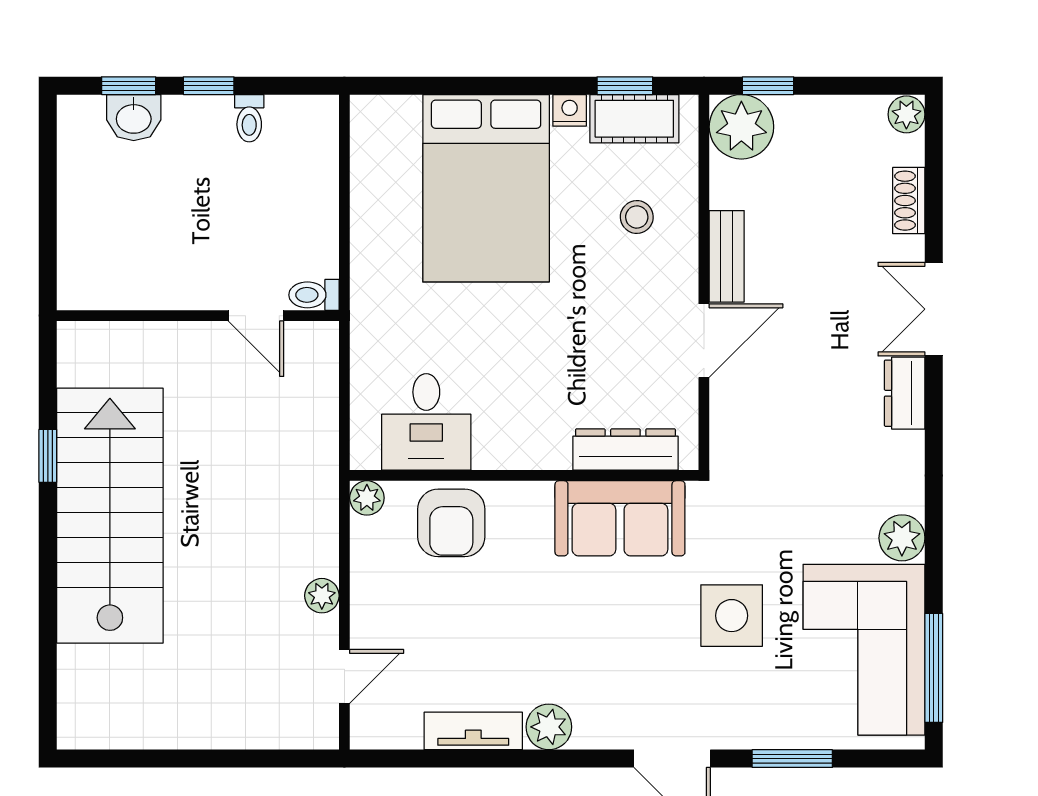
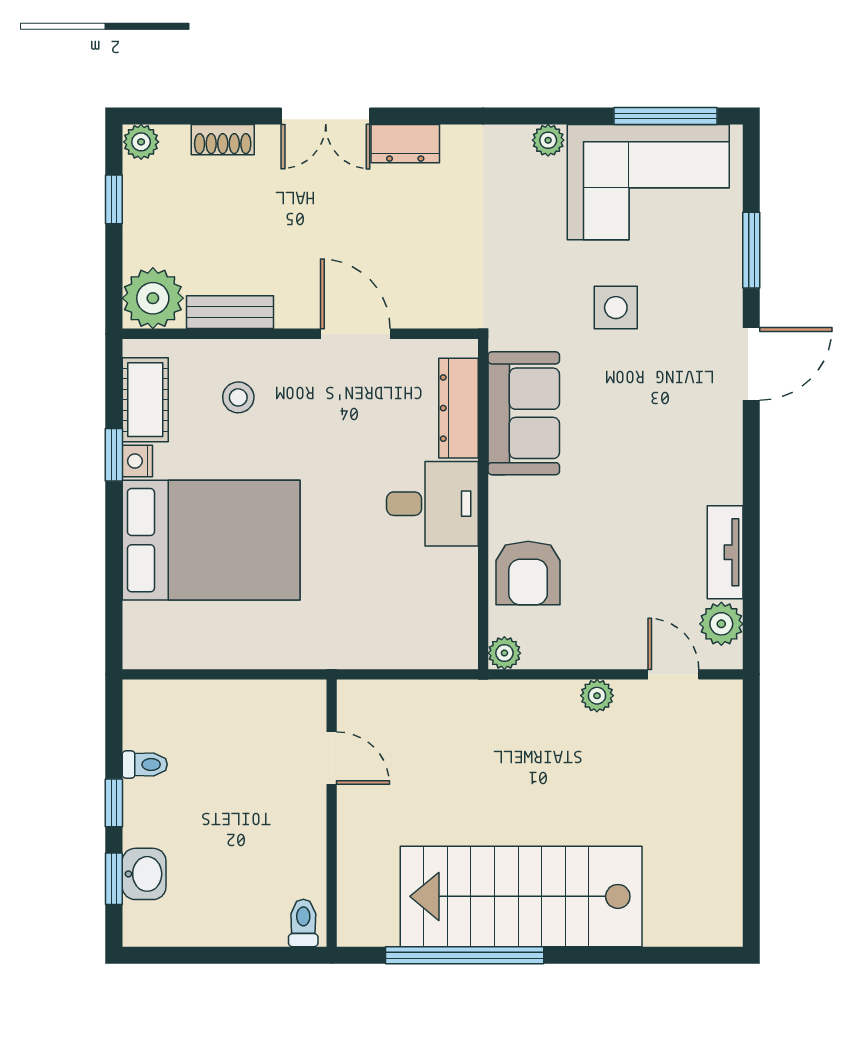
window: (625, 86) -> (114, 455), moved
window: (768, 86) -> (114, 199), moved
bench: (727, 256) -> (230, 312), moved
toilet: (314, 295) -> (303, 923), moved, turned 180
door: (256, 316) -> (332, 758), hinge flipped
desk: (426, 422) -> (432, 504), moved
window: (48, 456) -> (465, 955), width x3.17
armchair: (451, 523) -> (528, 573), turned 90
plant: (902, 538) -> (548, 140), width x0.73, depth x0.73
side table: (732, 616) -> (616, 308), width x0.73, depth x0.73
plant: (549, 727) -> (721, 624), moved

